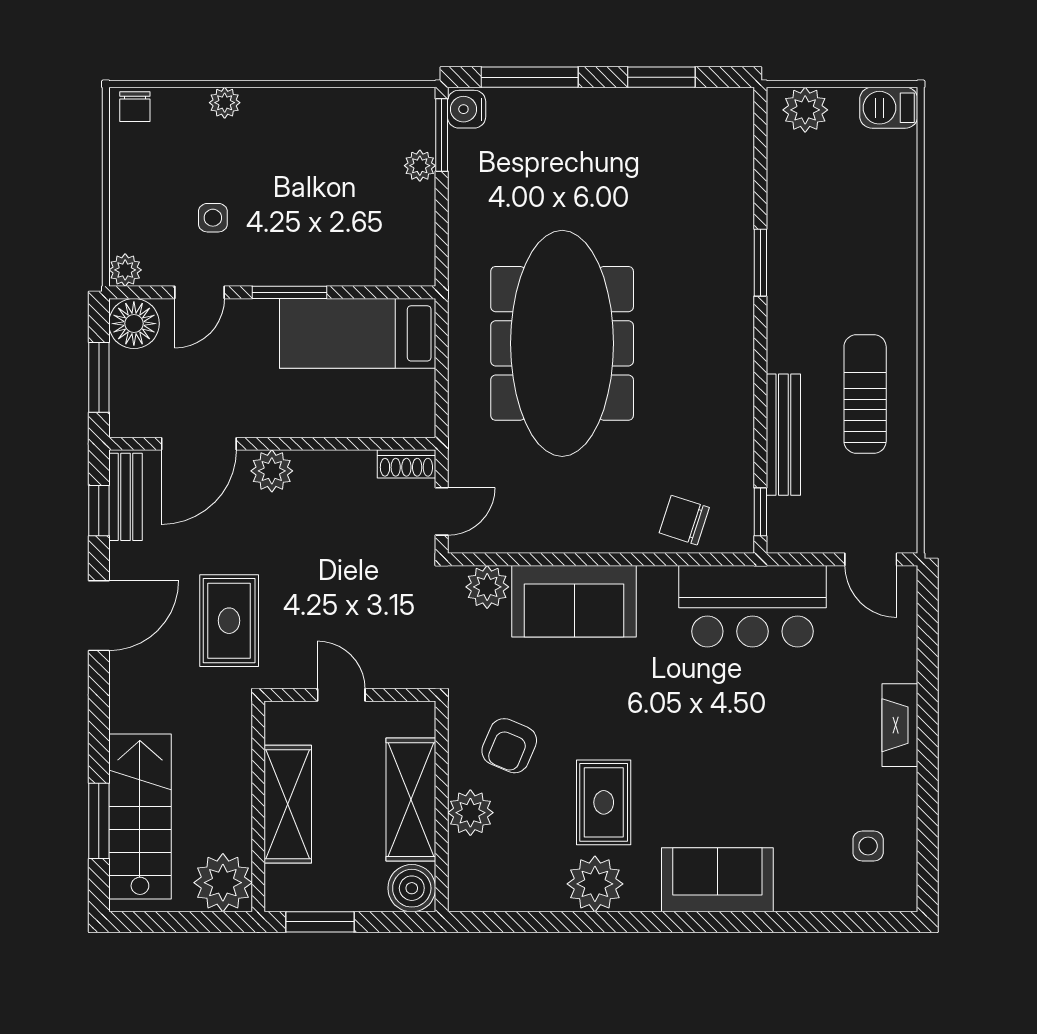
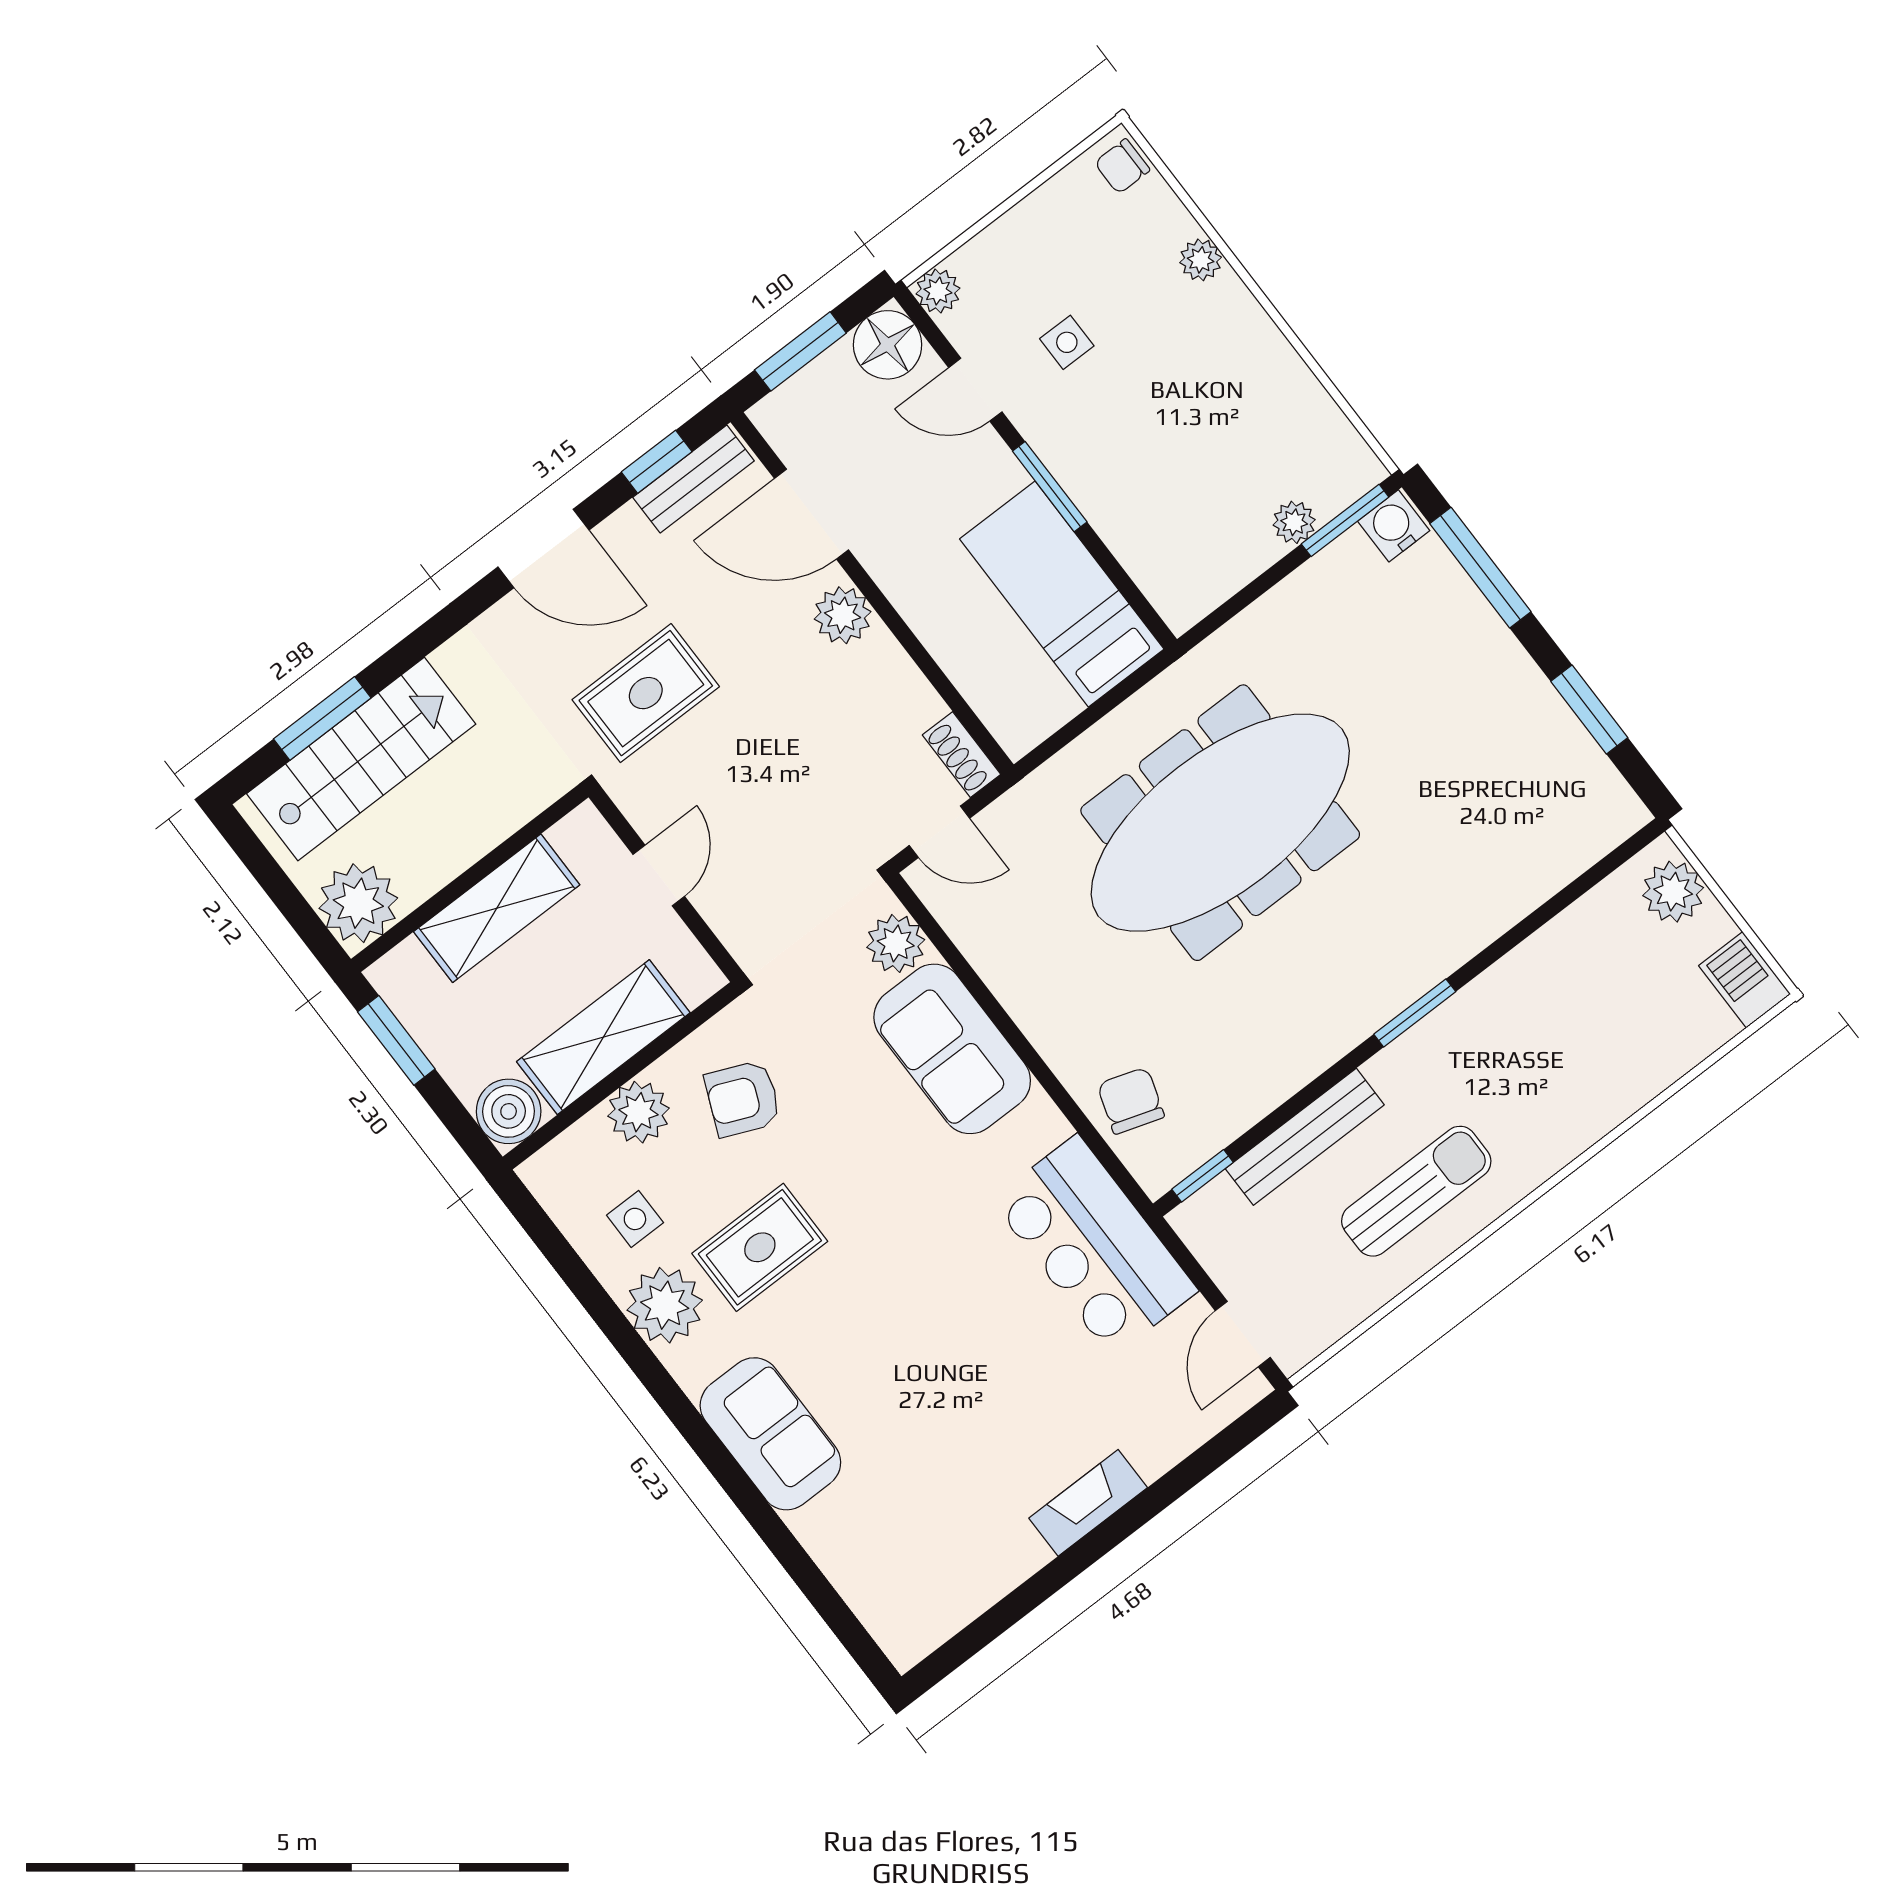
window: (760, 263) -> (1415, 1013), moved
side table: (868, 846) -> (635, 1219), moved

